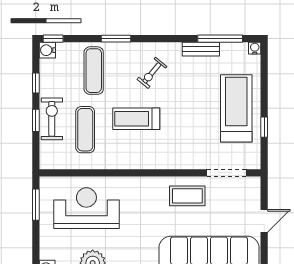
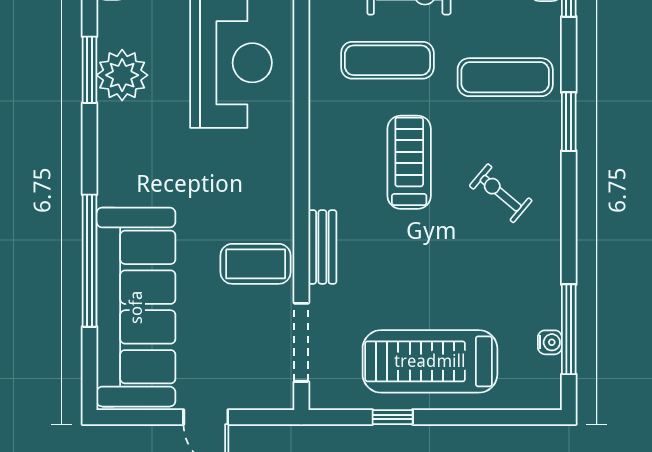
water cooler: (255, 48) -> (550, 342), moved
bench: (201, 49) -> (322, 247), moved
treadmill: (236, 108) -> (430, 361), turned 180
coffee table: (187, 196) -> (256, 264), turned 90

